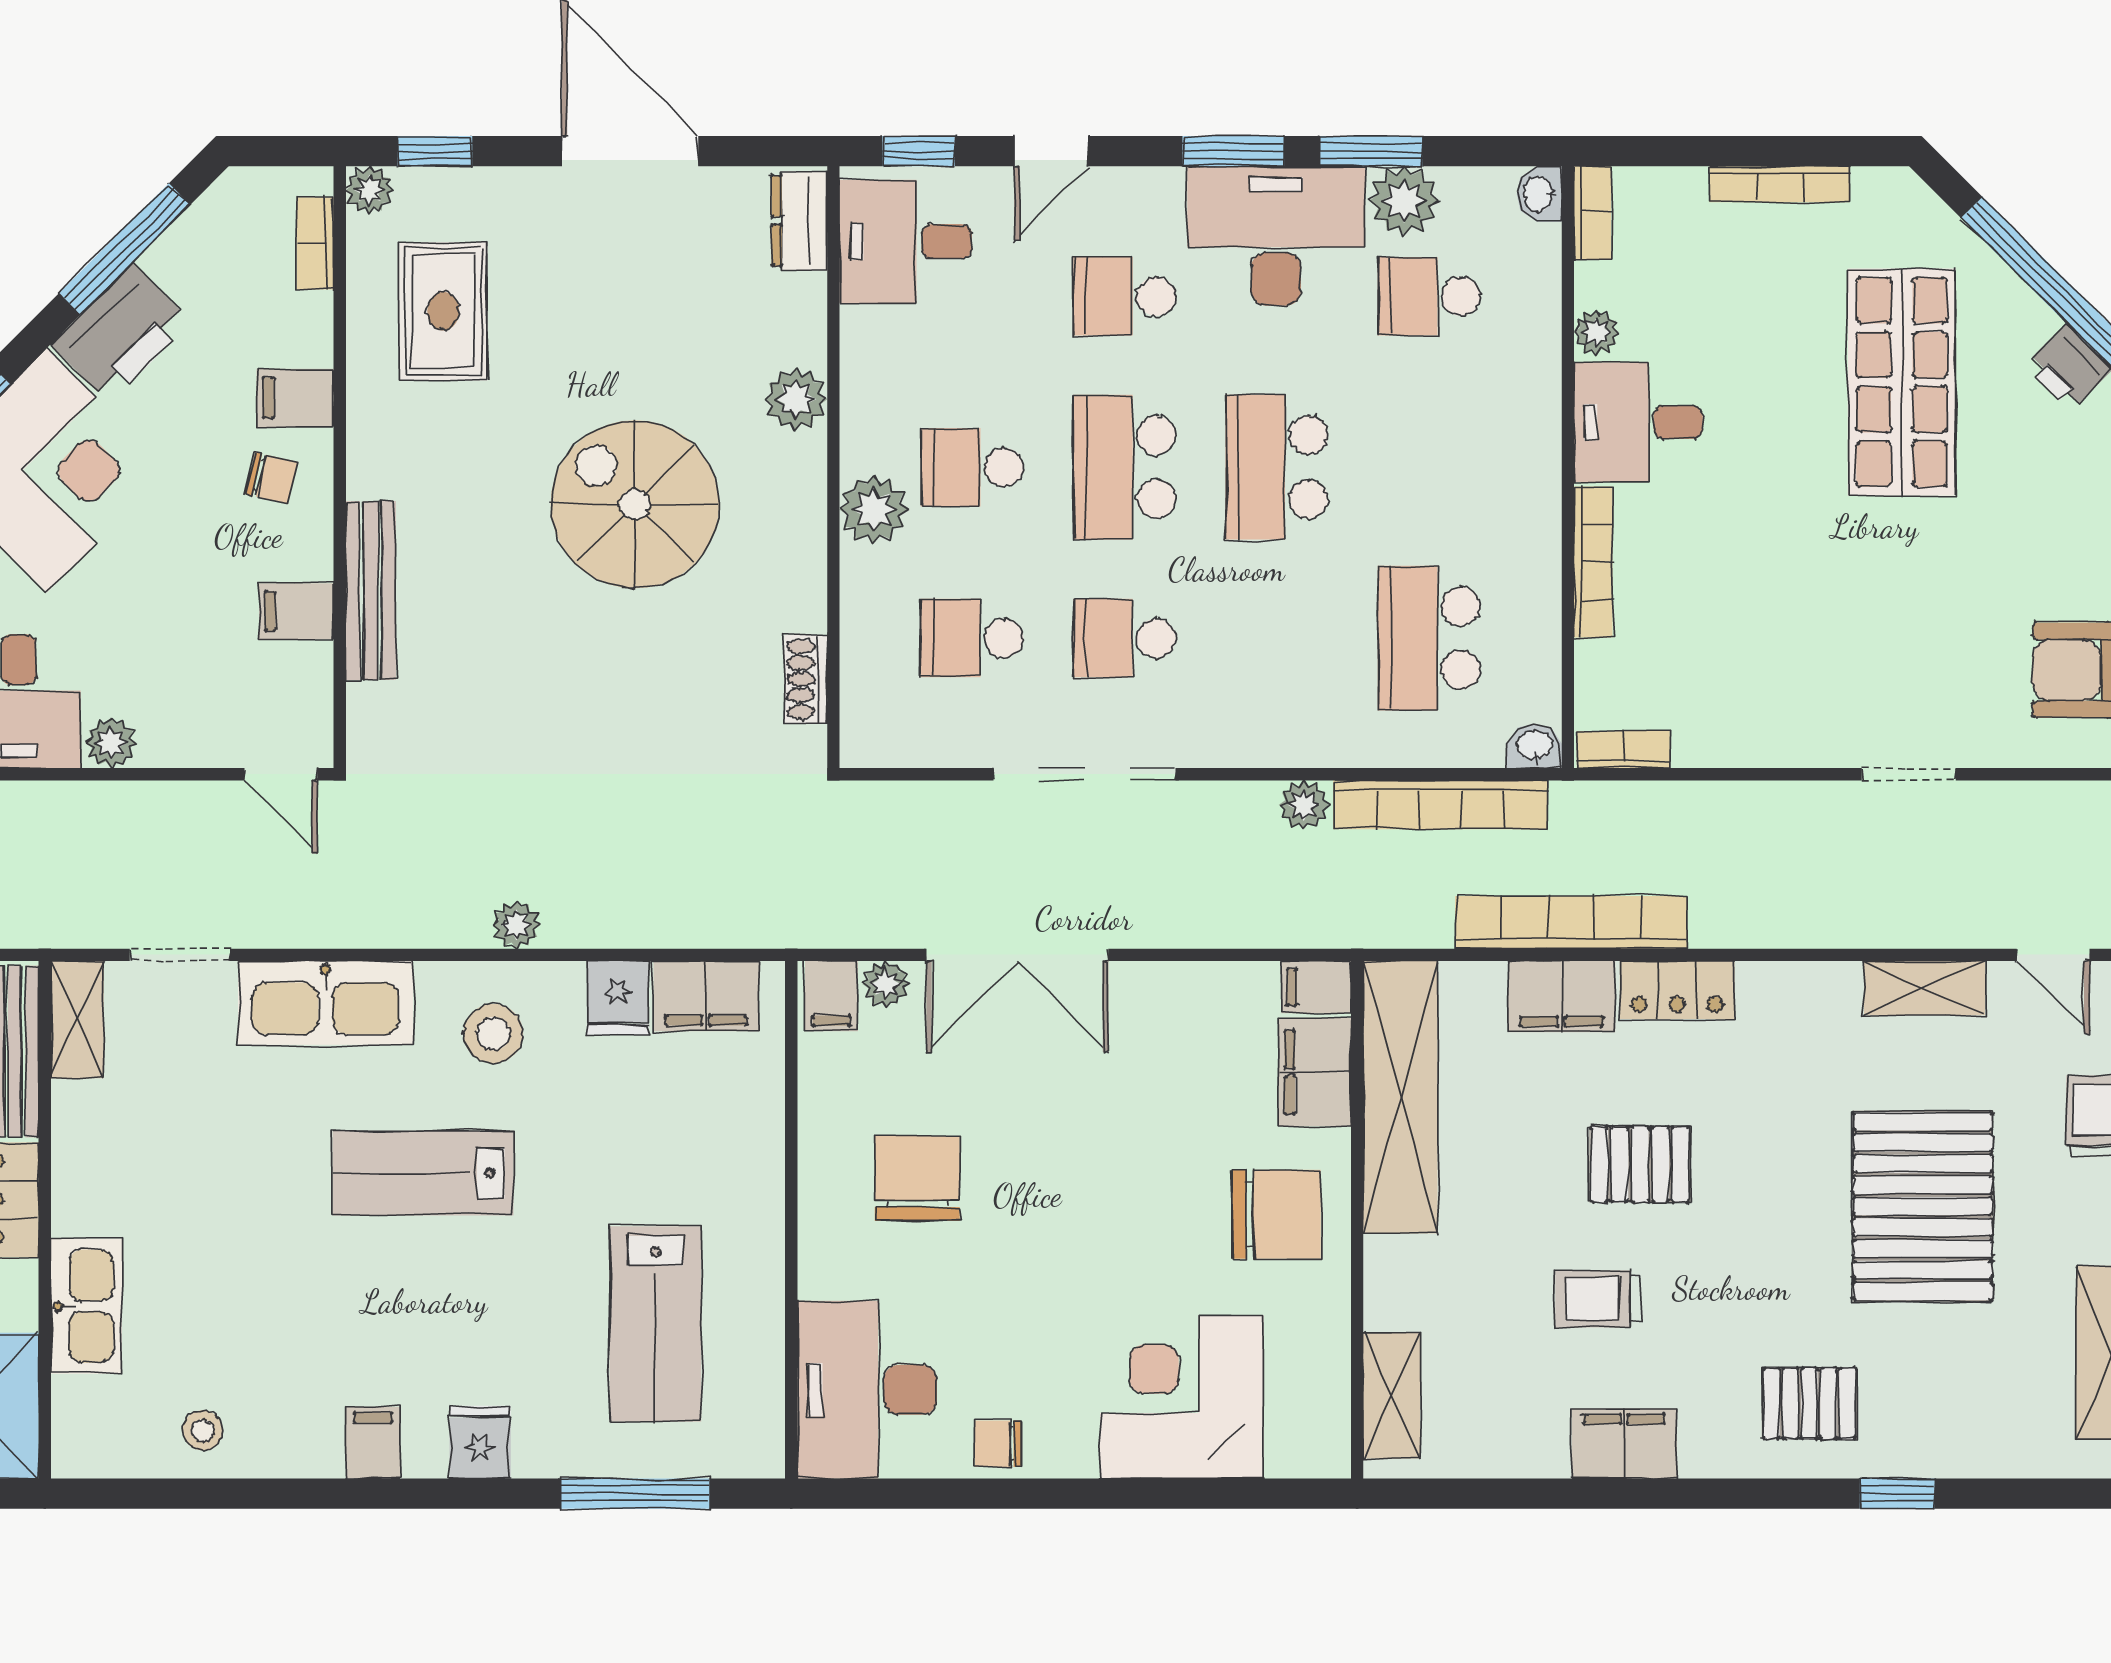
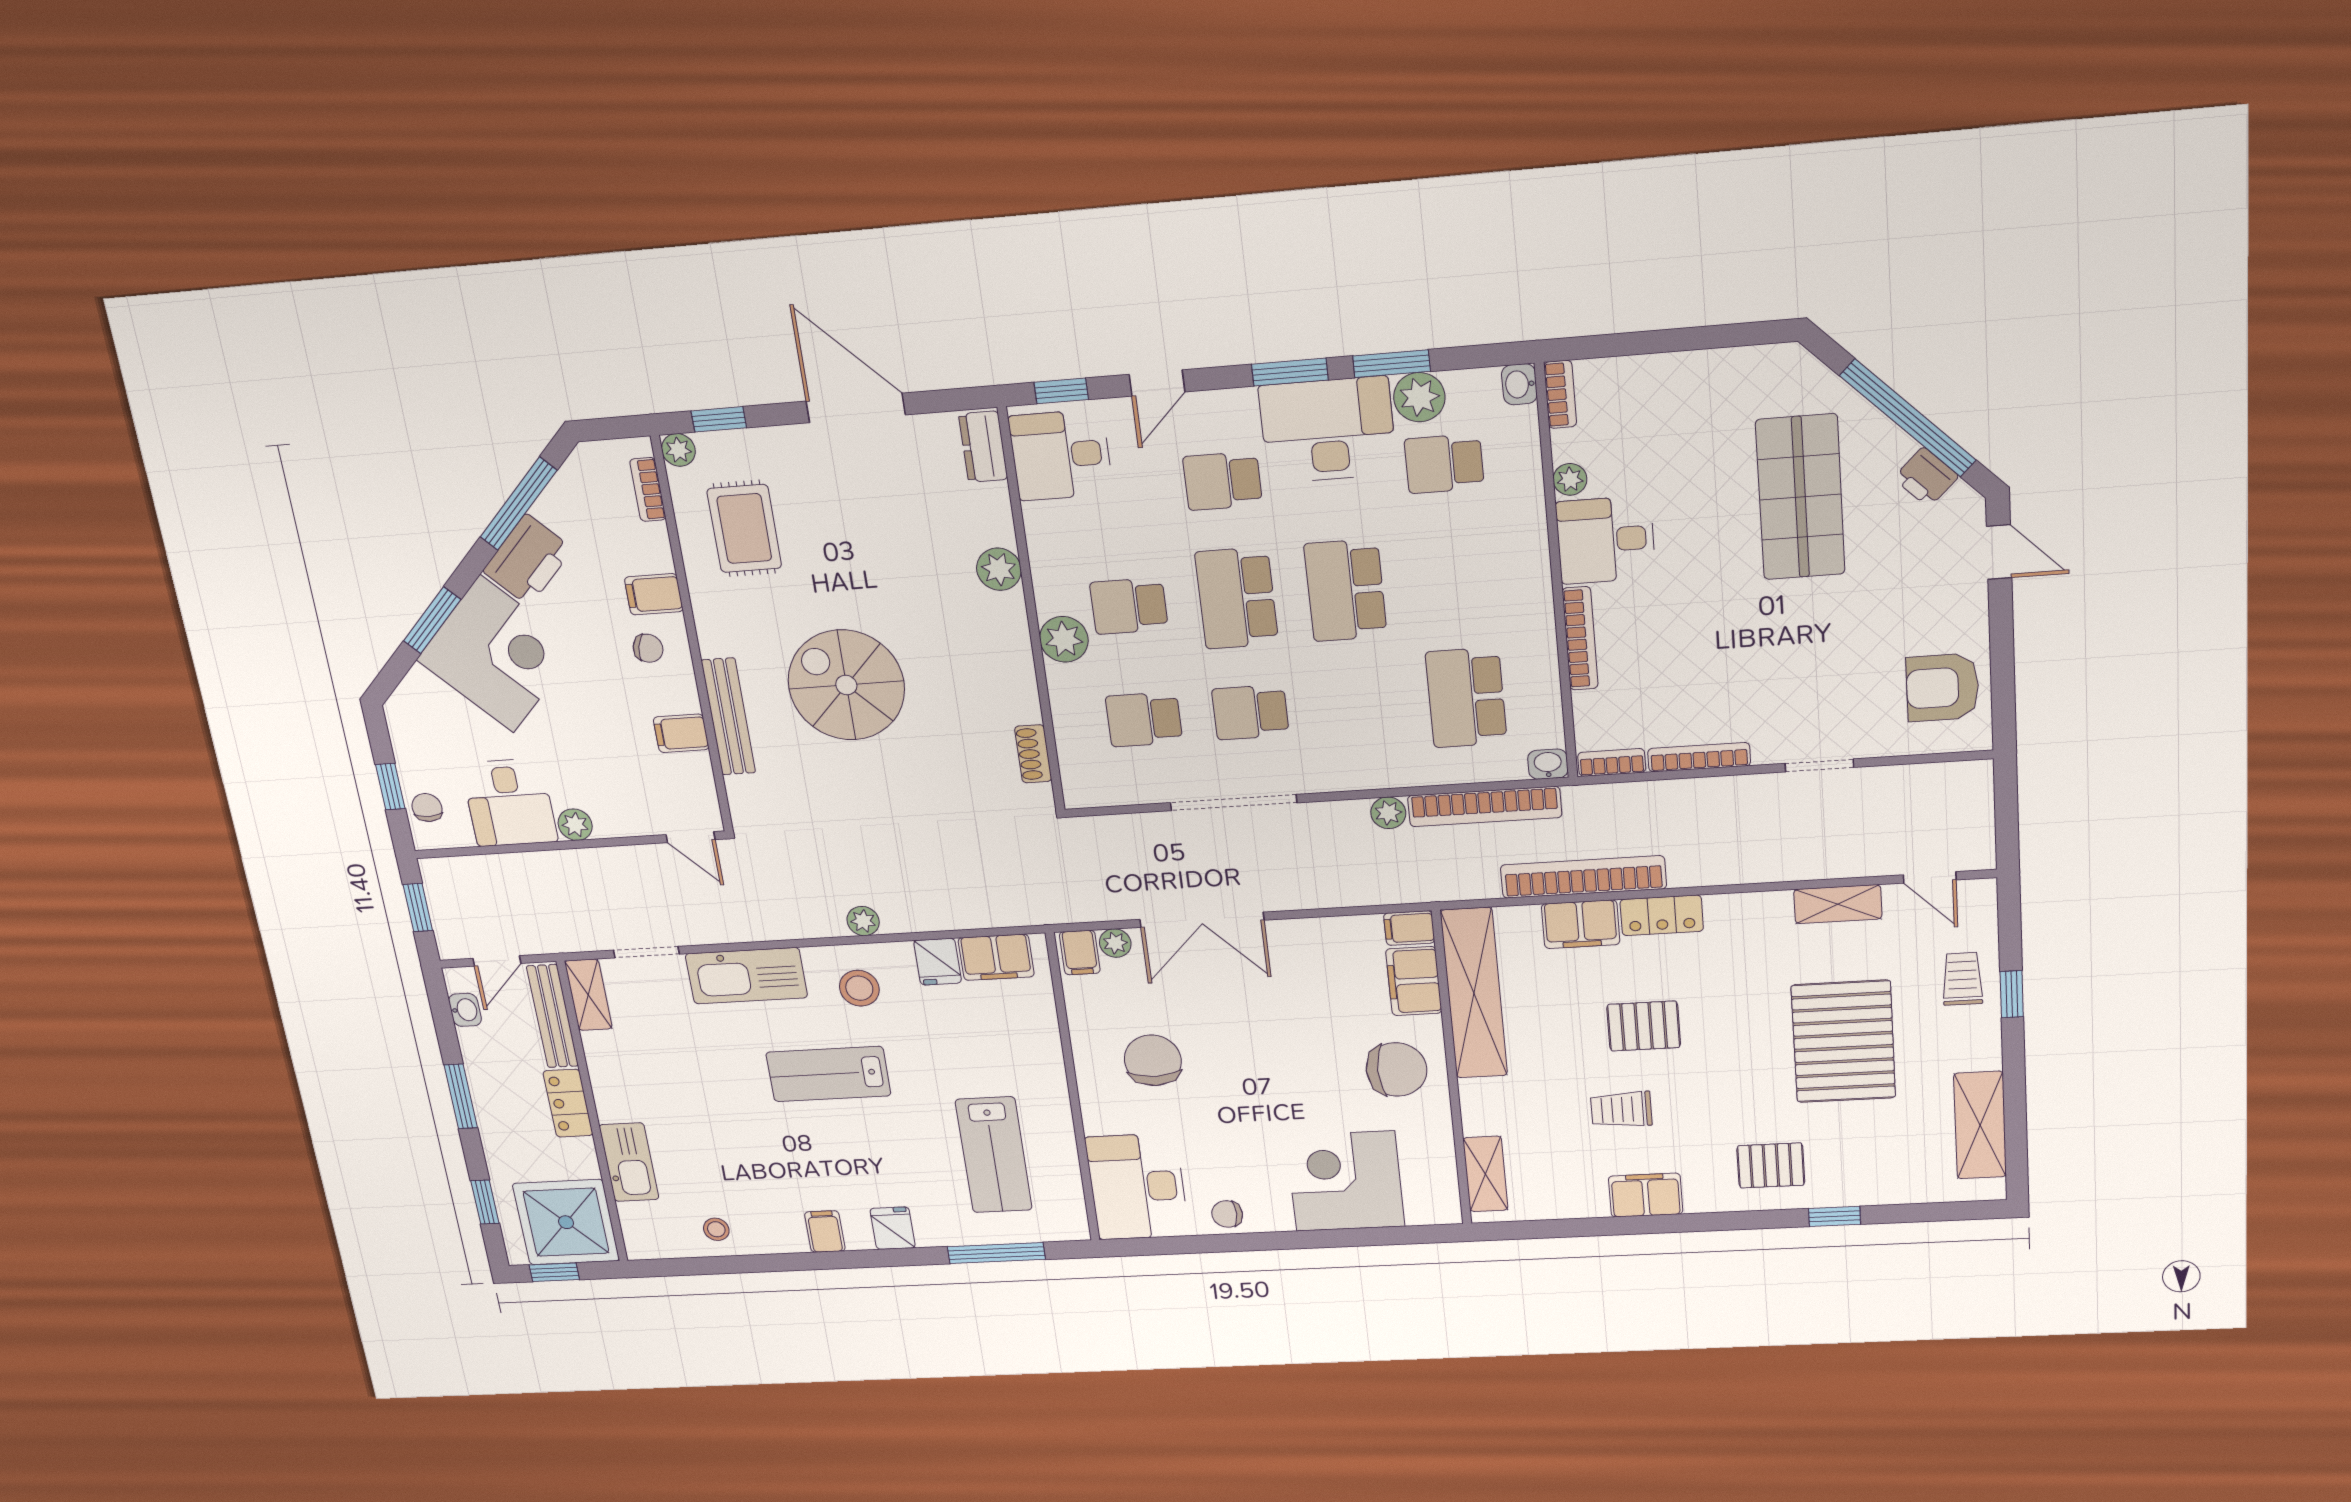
bookcase: (1779, 184) -> (1699, 757), moved, turned 180
spiral stairs: (635, 504) -> (846, 685), moved

